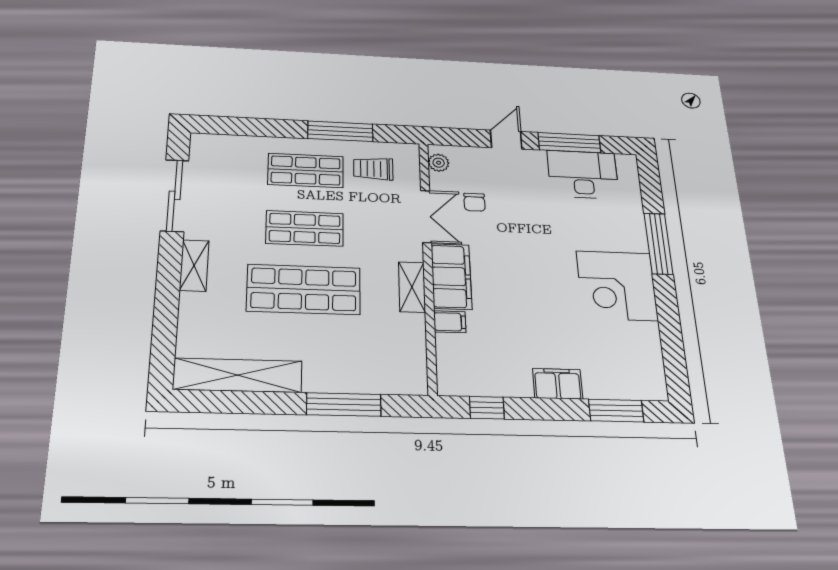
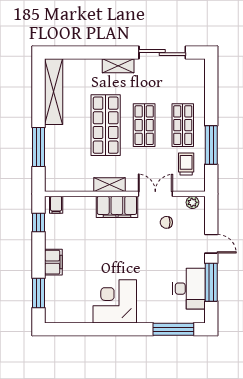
double door: (426, 216) -> (155, 194), swing flipped
window: (658, 244) -> (173, 329), moved
filing cabinet: (450, 322) -> (56, 205), moved

